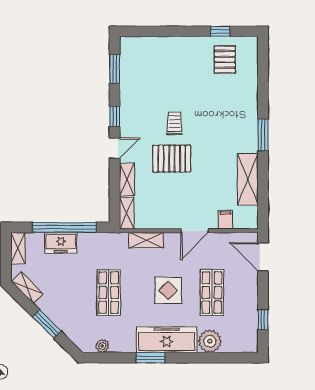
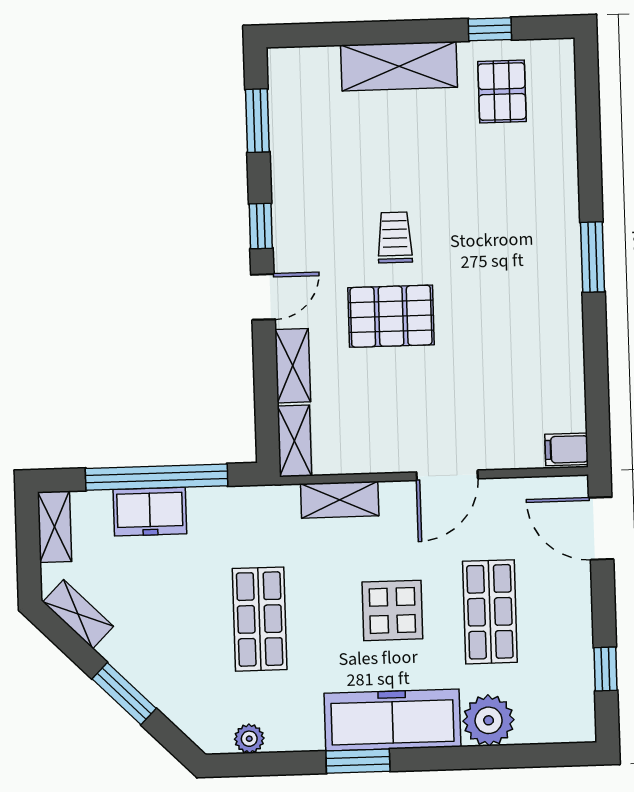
shelving: (248, 179) -> (399, 66), moved, turned 90
filing cabinet: (225, 220) -> (566, 449), moved, turned -90

